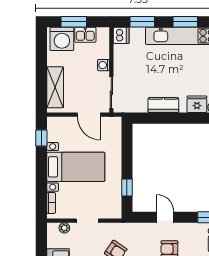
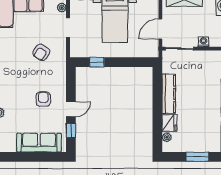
kitchen counter: (163, 105) -> (169, 94), width x1.50
door: (165, 217) -> (71, 109), moved

